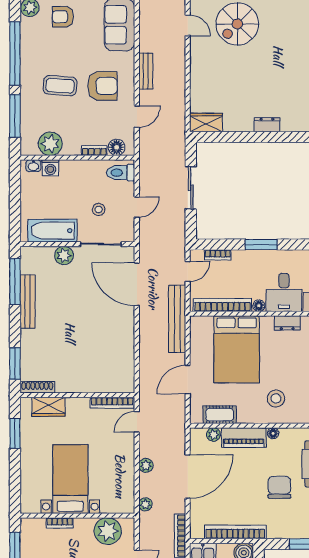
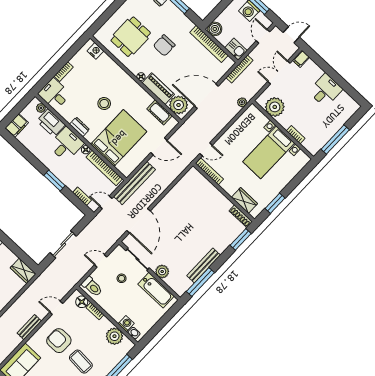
stool: (276, 398) -> (104, 103), moved
plant: (213, 435) -> (179, 105), width x1.87, depth x1.87
plant: (146, 465) -> (223, 122), removed

